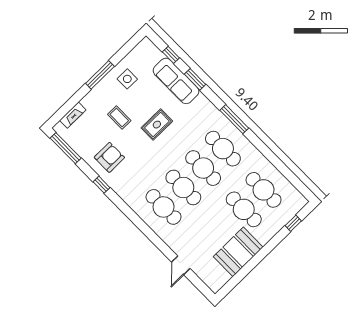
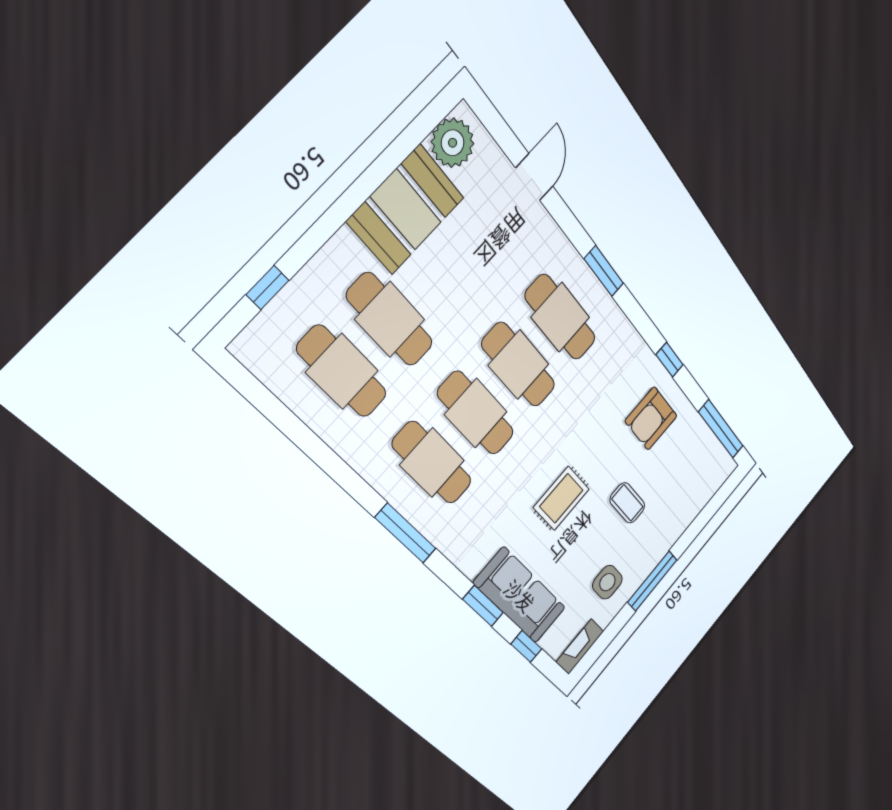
fireplace: (73, 115) -> (580, 647), moved
window: (142, 226) -> (604, 271), added
plant: (219, 277) -> (453, 143), added

